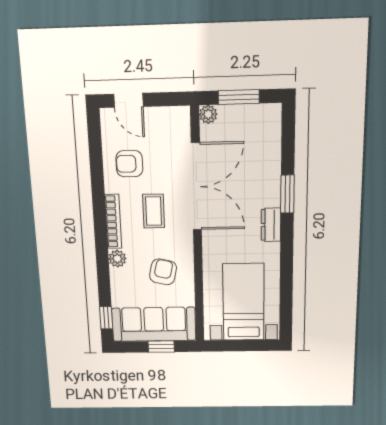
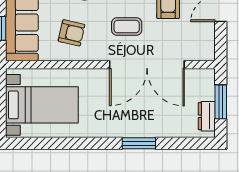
plant: (208, 114) -> (207, 76), removed
dresser: (271, 225) -> (207, 116), moved, turned -90

